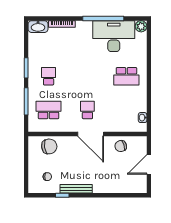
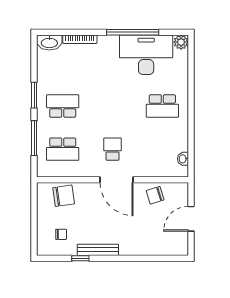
school desk: (49, 76) -> (63, 106), width x1.85
school desk: (49, 110) -> (63, 149), turned 180

